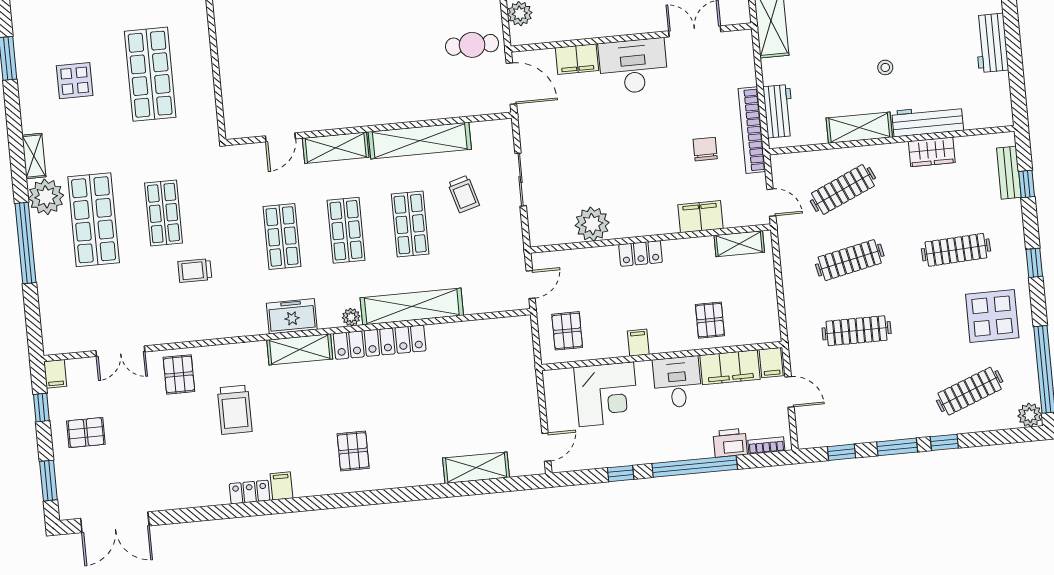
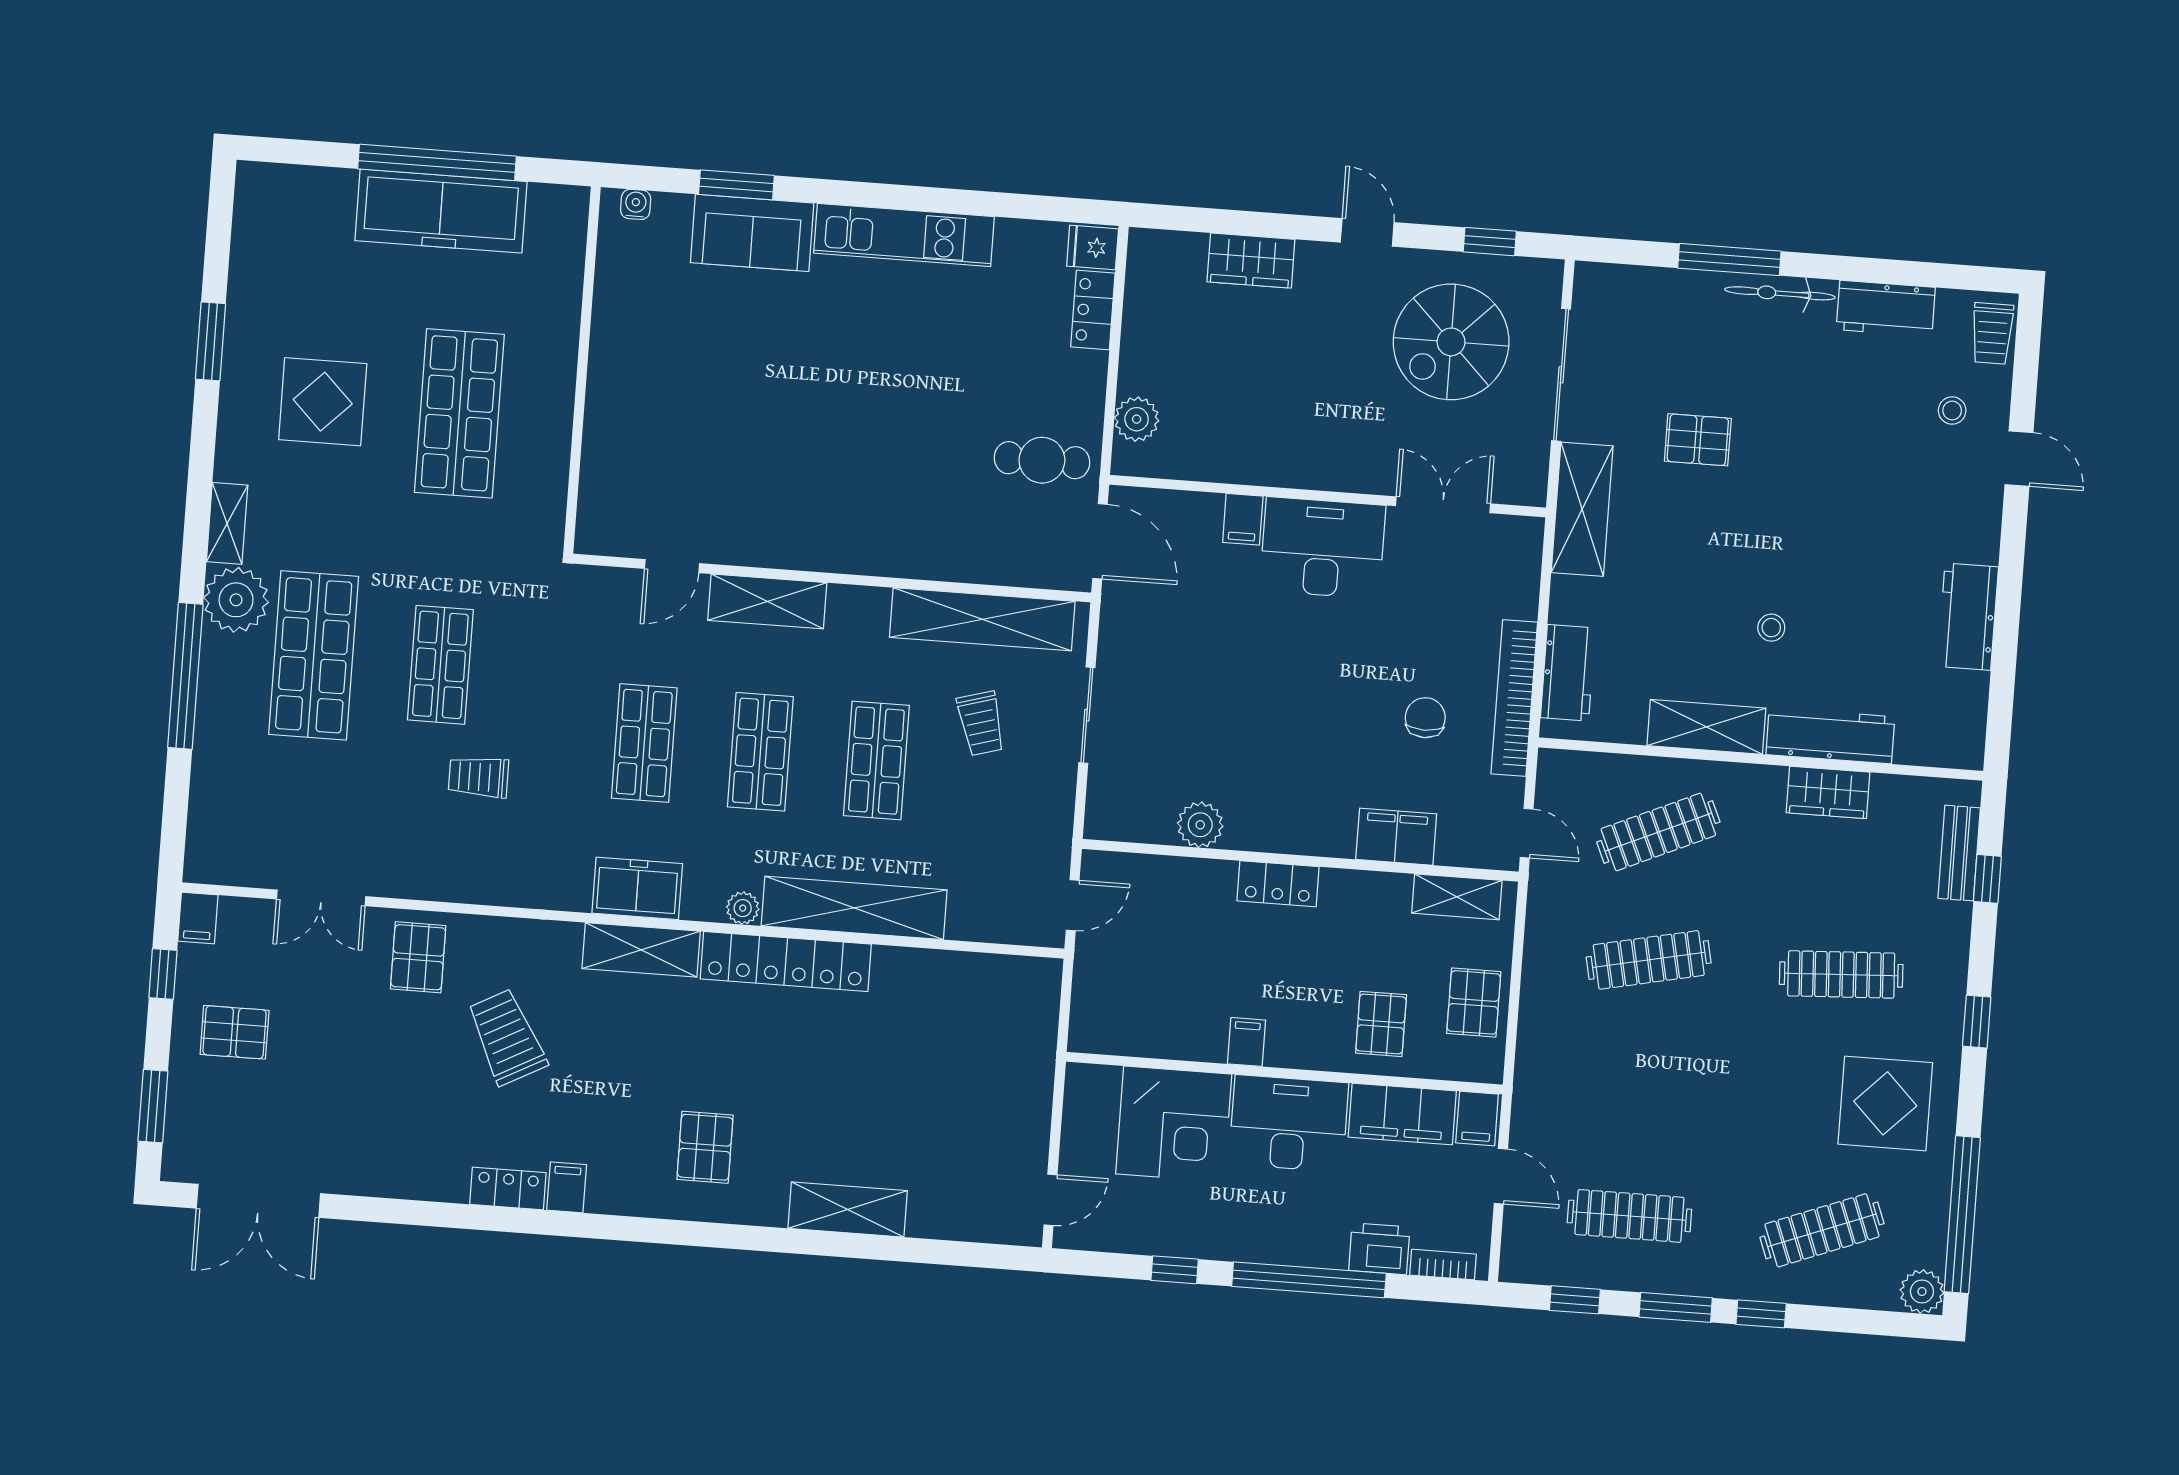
filing cabinet: (577, 59) -> (1243, 519), width x0.50
display table: (75, 81) -> (323, 402), width x1.36, depth x1.36
shelving: (420, 141) -> (982, 619), moved
plant: (592, 224) -> (1200, 825), width x0.73, depth x0.73
pallet: (567, 331) -> (1474, 1002), moved
clothes rail: (857, 331) -> (1629, 1216), moved
desk: (677, 382) -> (1289, 1123), width x1.37
trolley: (235, 410) -> (507, 1037), turned 152
shelving: (476, 468) -> (848, 1209), moved

